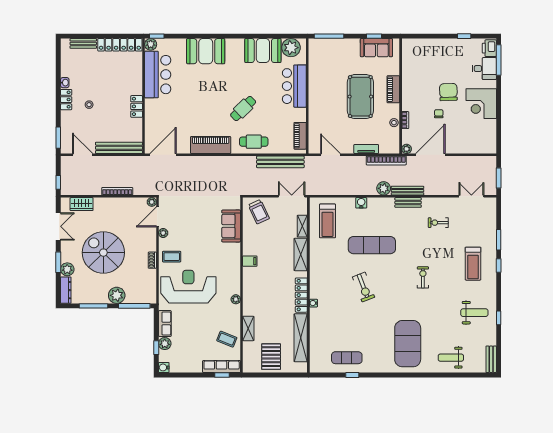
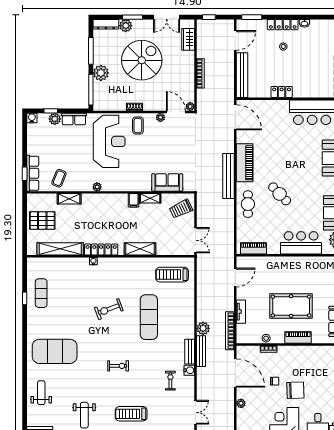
locker: (66, 100) -> (283, 25), width x1.53
plant: (407, 149) -> (241, 403), moved
bench: (280, 162) -> (229, 176), moved
water cooler: (361, 203) -> (189, 370), moved
shelving: (302, 226) -> (150, 198), moved

